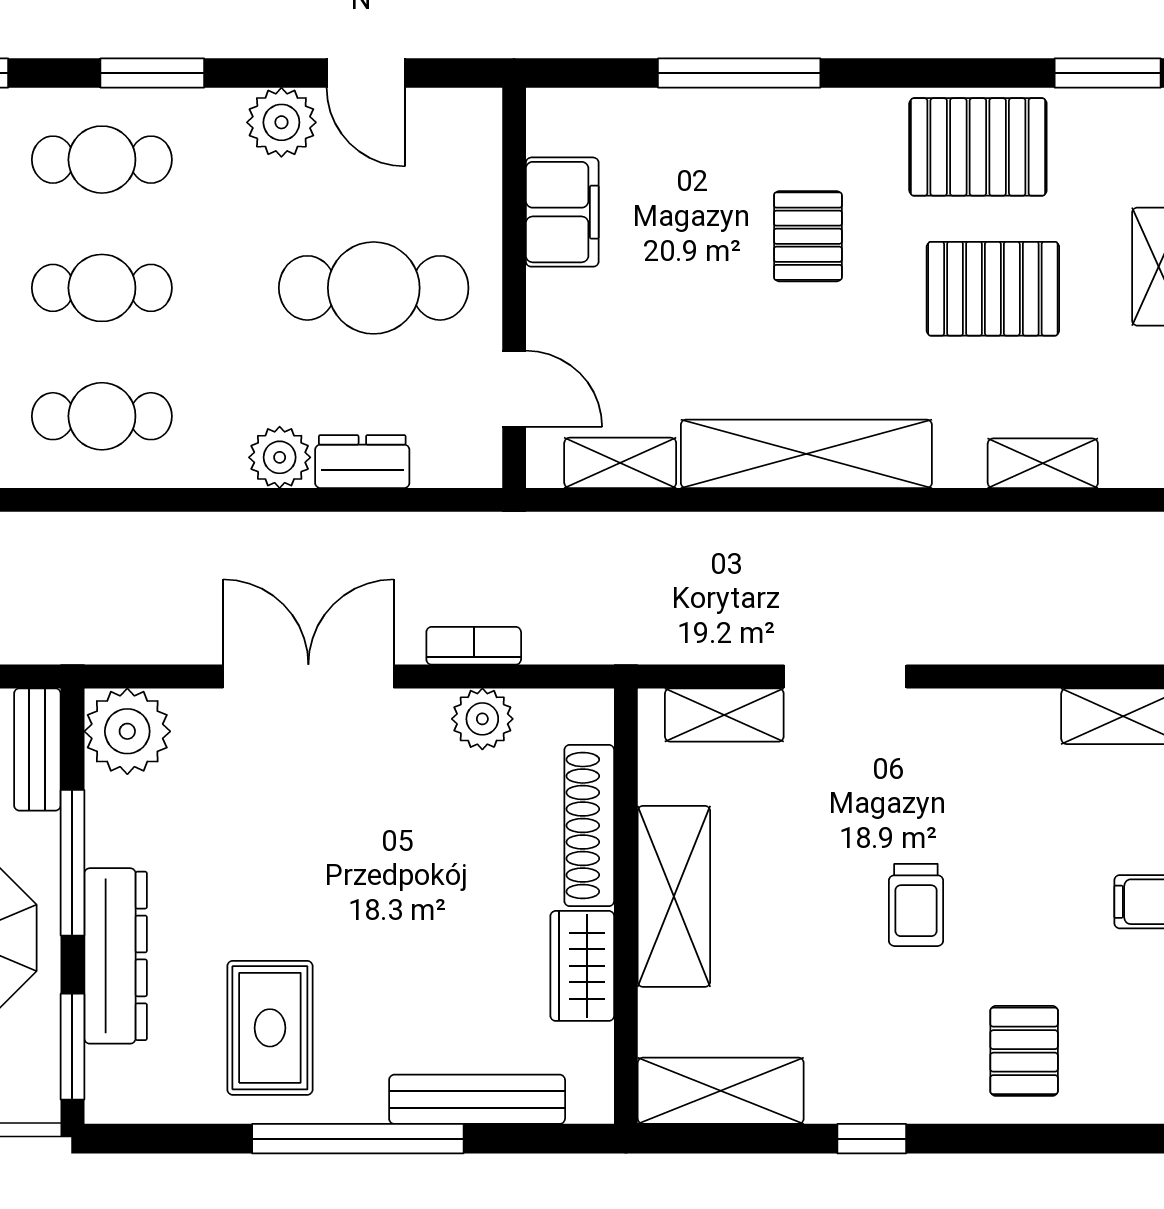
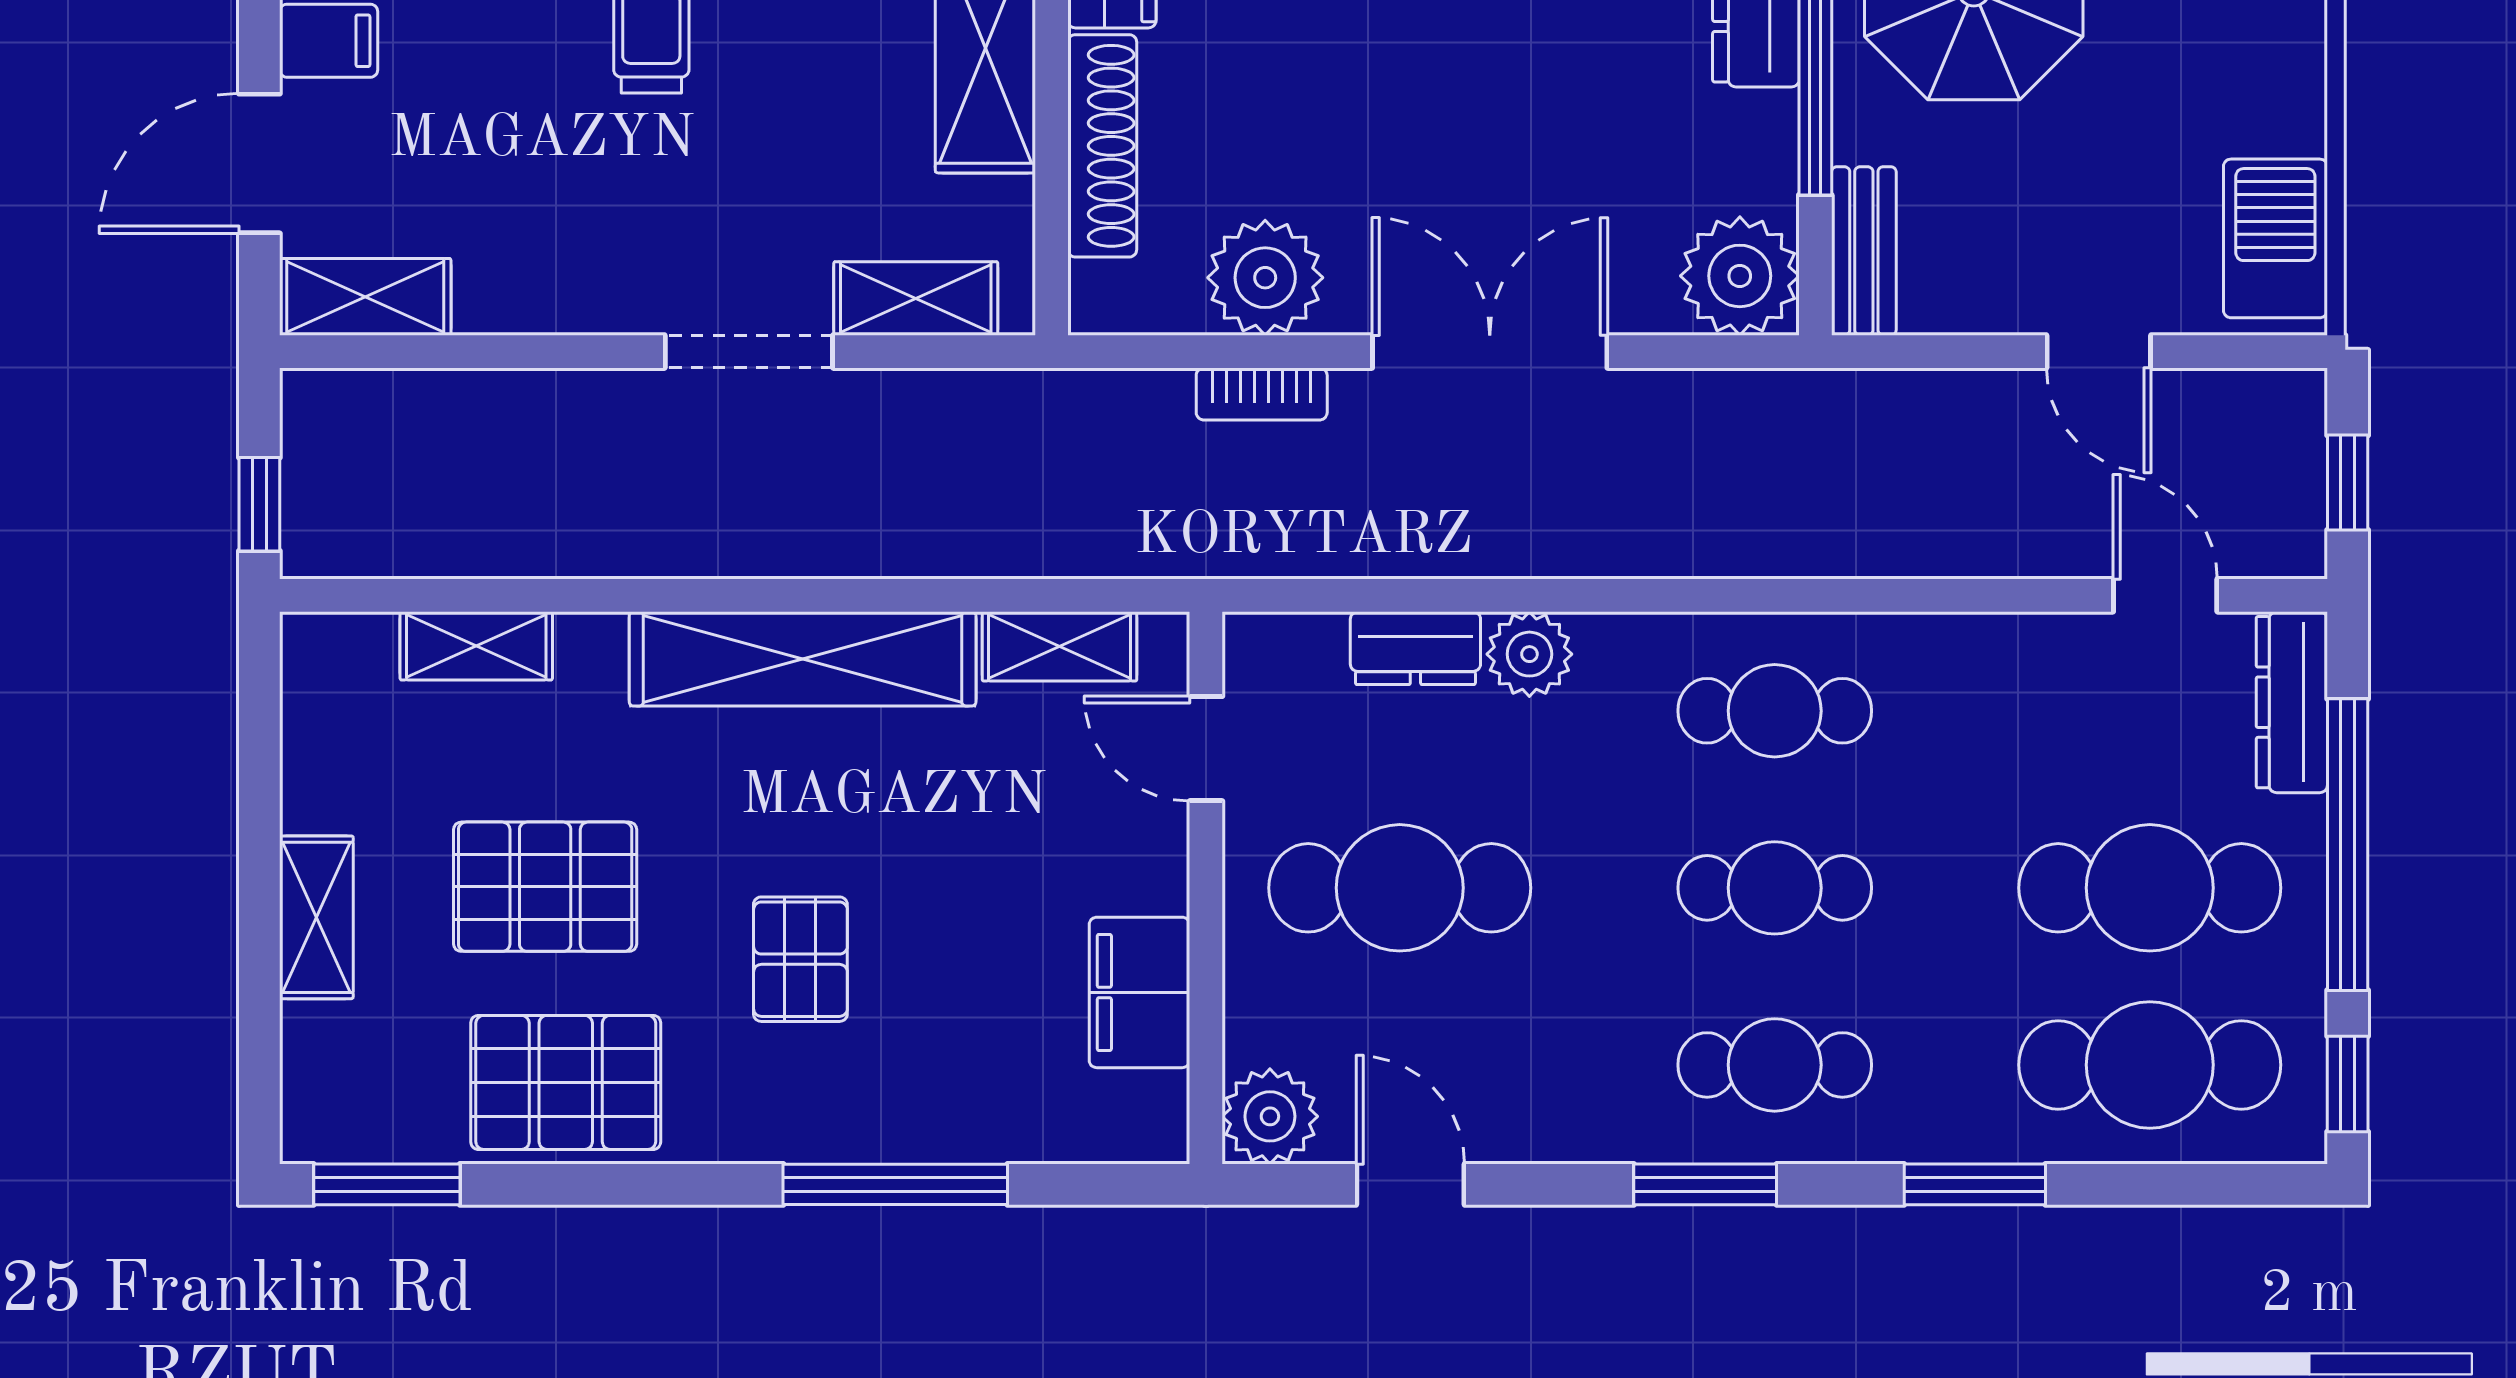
plant: (281, 122) -> (1270, 1116), moved
double door: (308, 676) -> (1490, 352), swing flipped
plant: (482, 719) -> (1265, 278), width x1.36, depth x1.36

